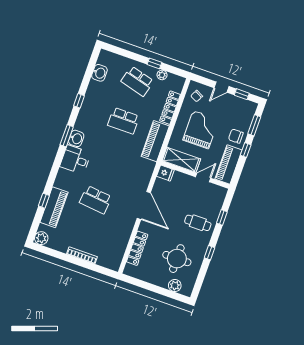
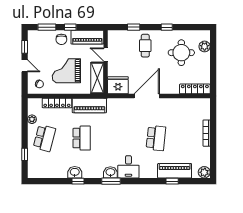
window: (154, 63) -> (25, 154), moved
washbasin: (99, 73) -> (75, 172), moved
fridge: (165, 173) -> (118, 85), width x1.88, depth x1.34
locker: (137, 248) -> (195, 89), moved

